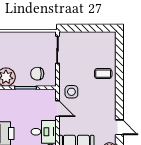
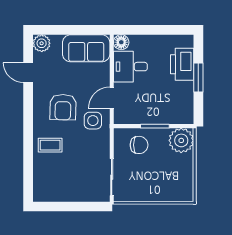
armchair: (94, 102) -> (63, 107), added
door: (57, 109) -> (112, 98), hinge flipped

